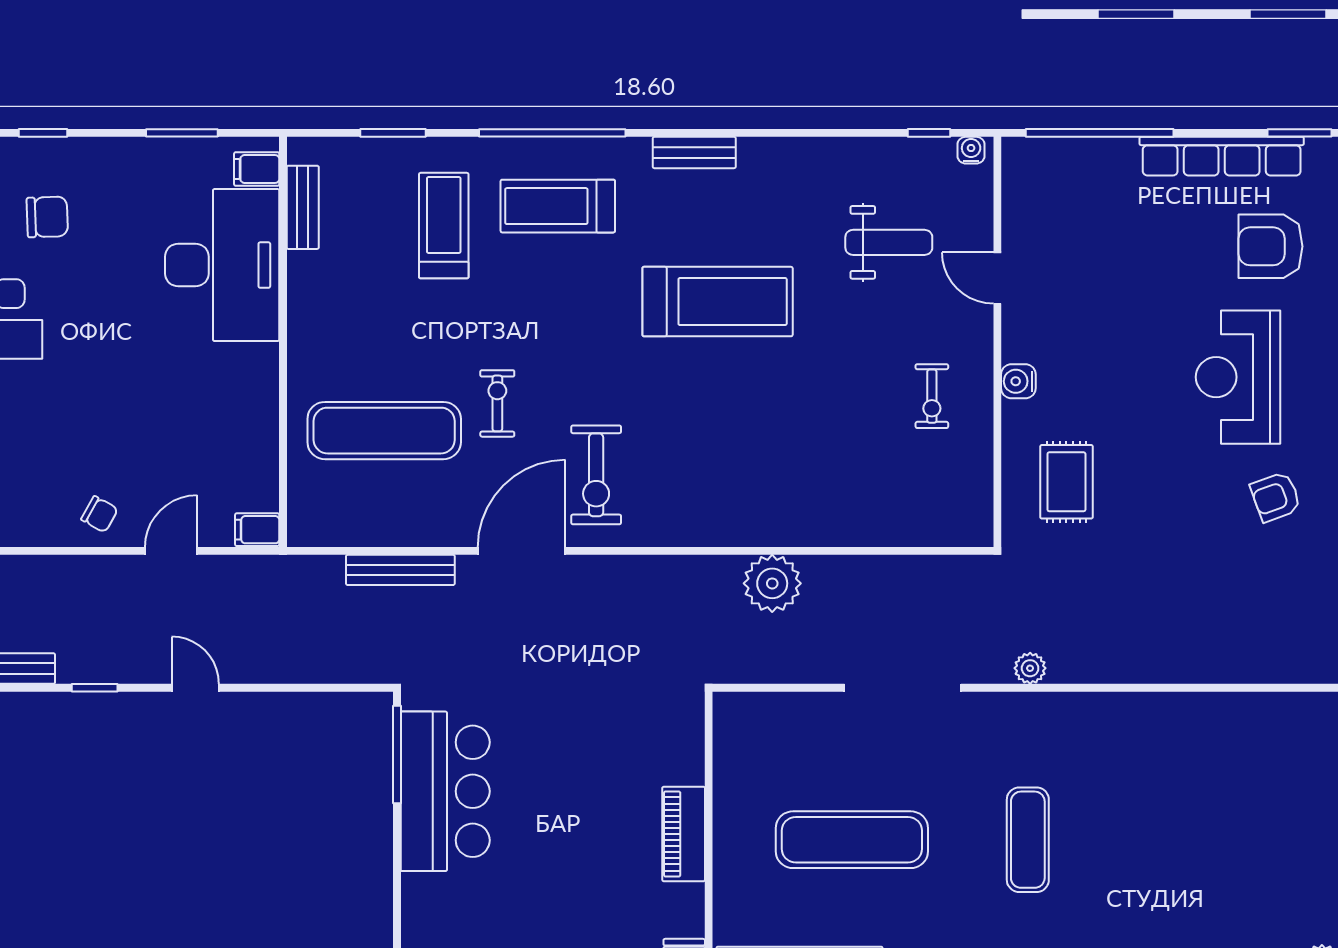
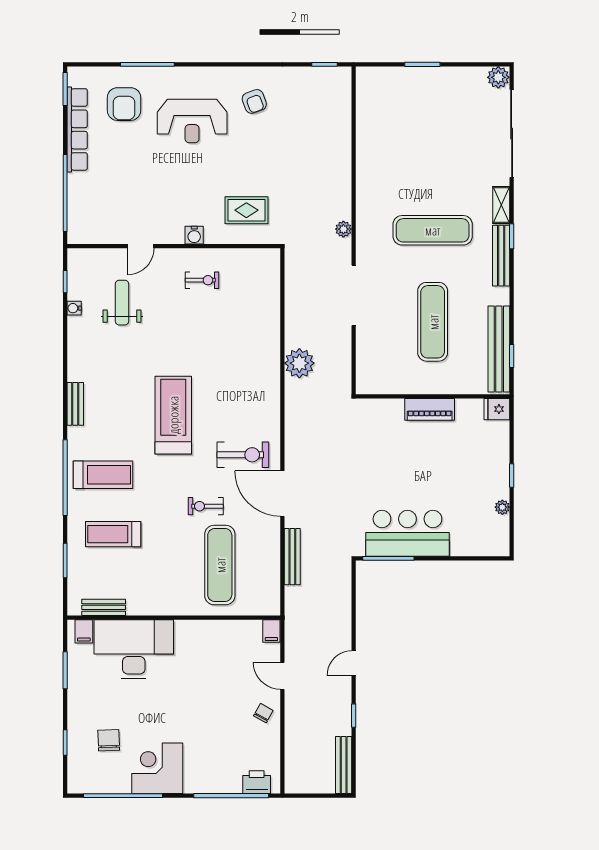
water cooler: (971, 150) -> (74, 308), moved
treadmill: (558, 206) -> (103, 475), turned -90
treadmill: (718, 302) -> (173, 415), moved
exercise mat: (1028, 840) -> (433, 230), width x1.36, depth x1.45

